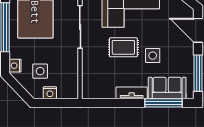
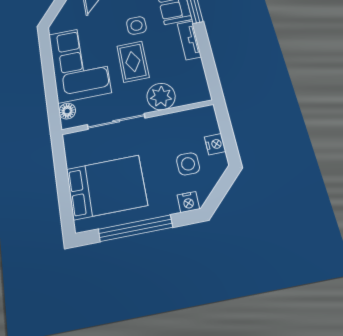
plant: (92, 63) -> (161, 96), added

